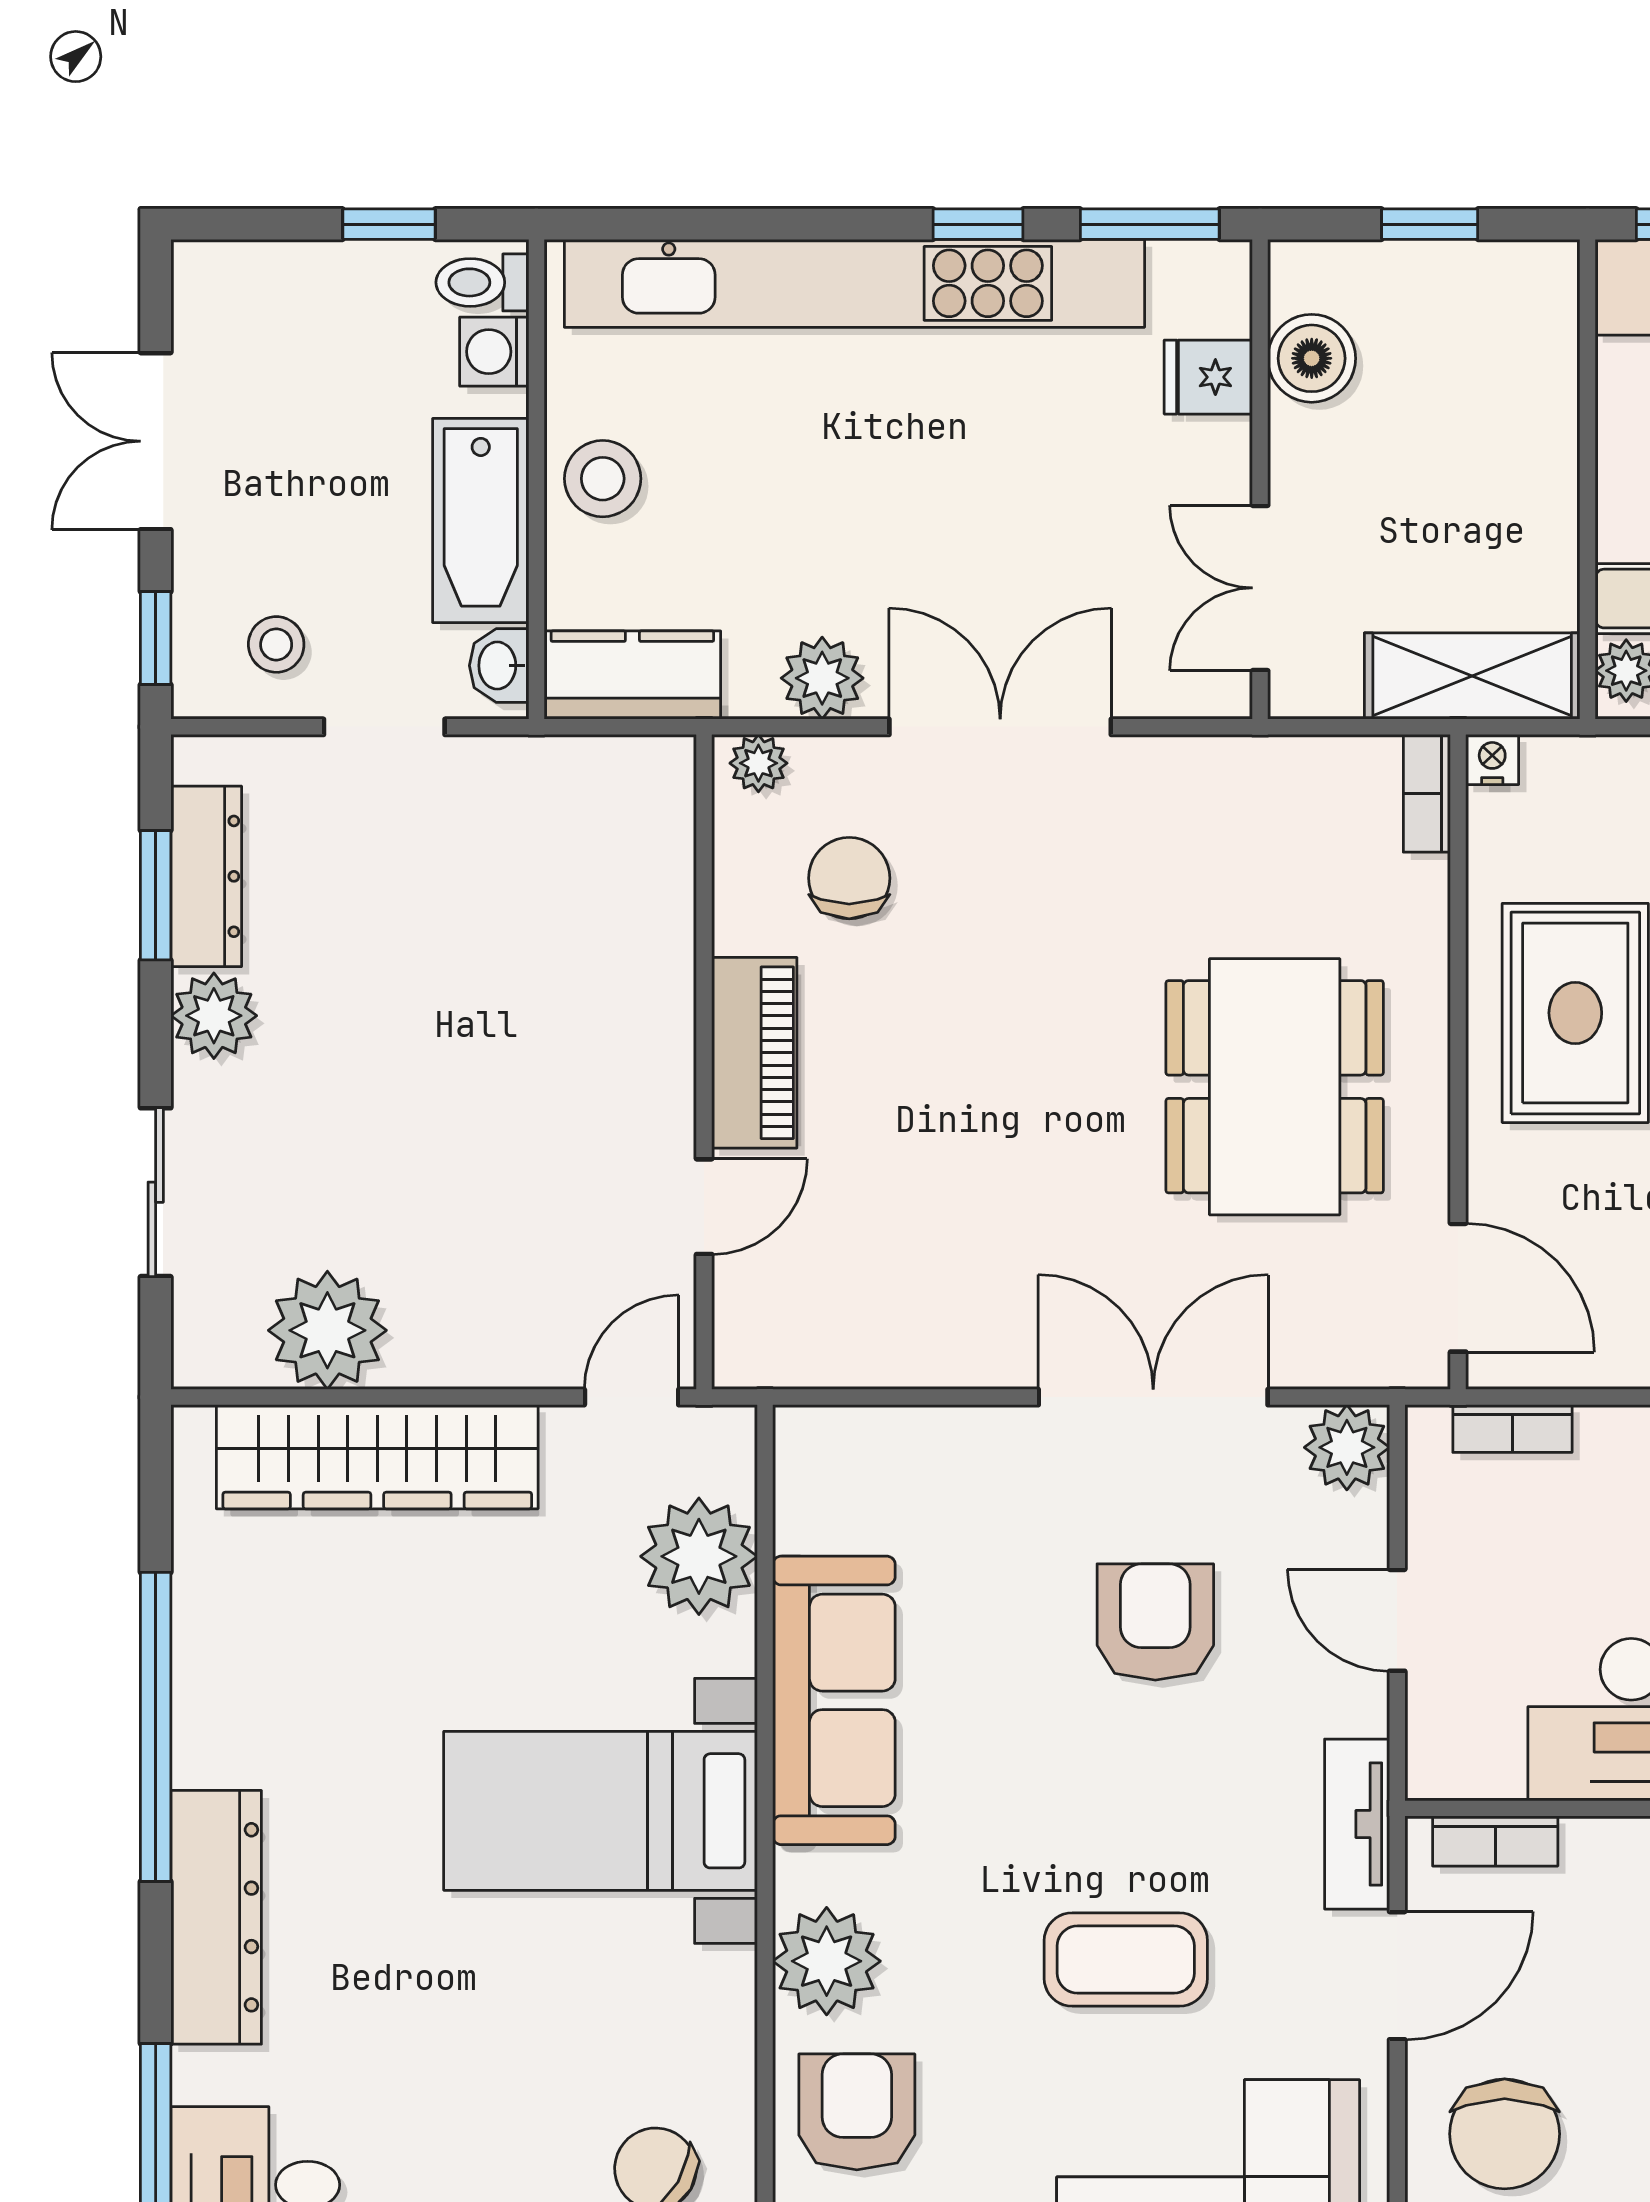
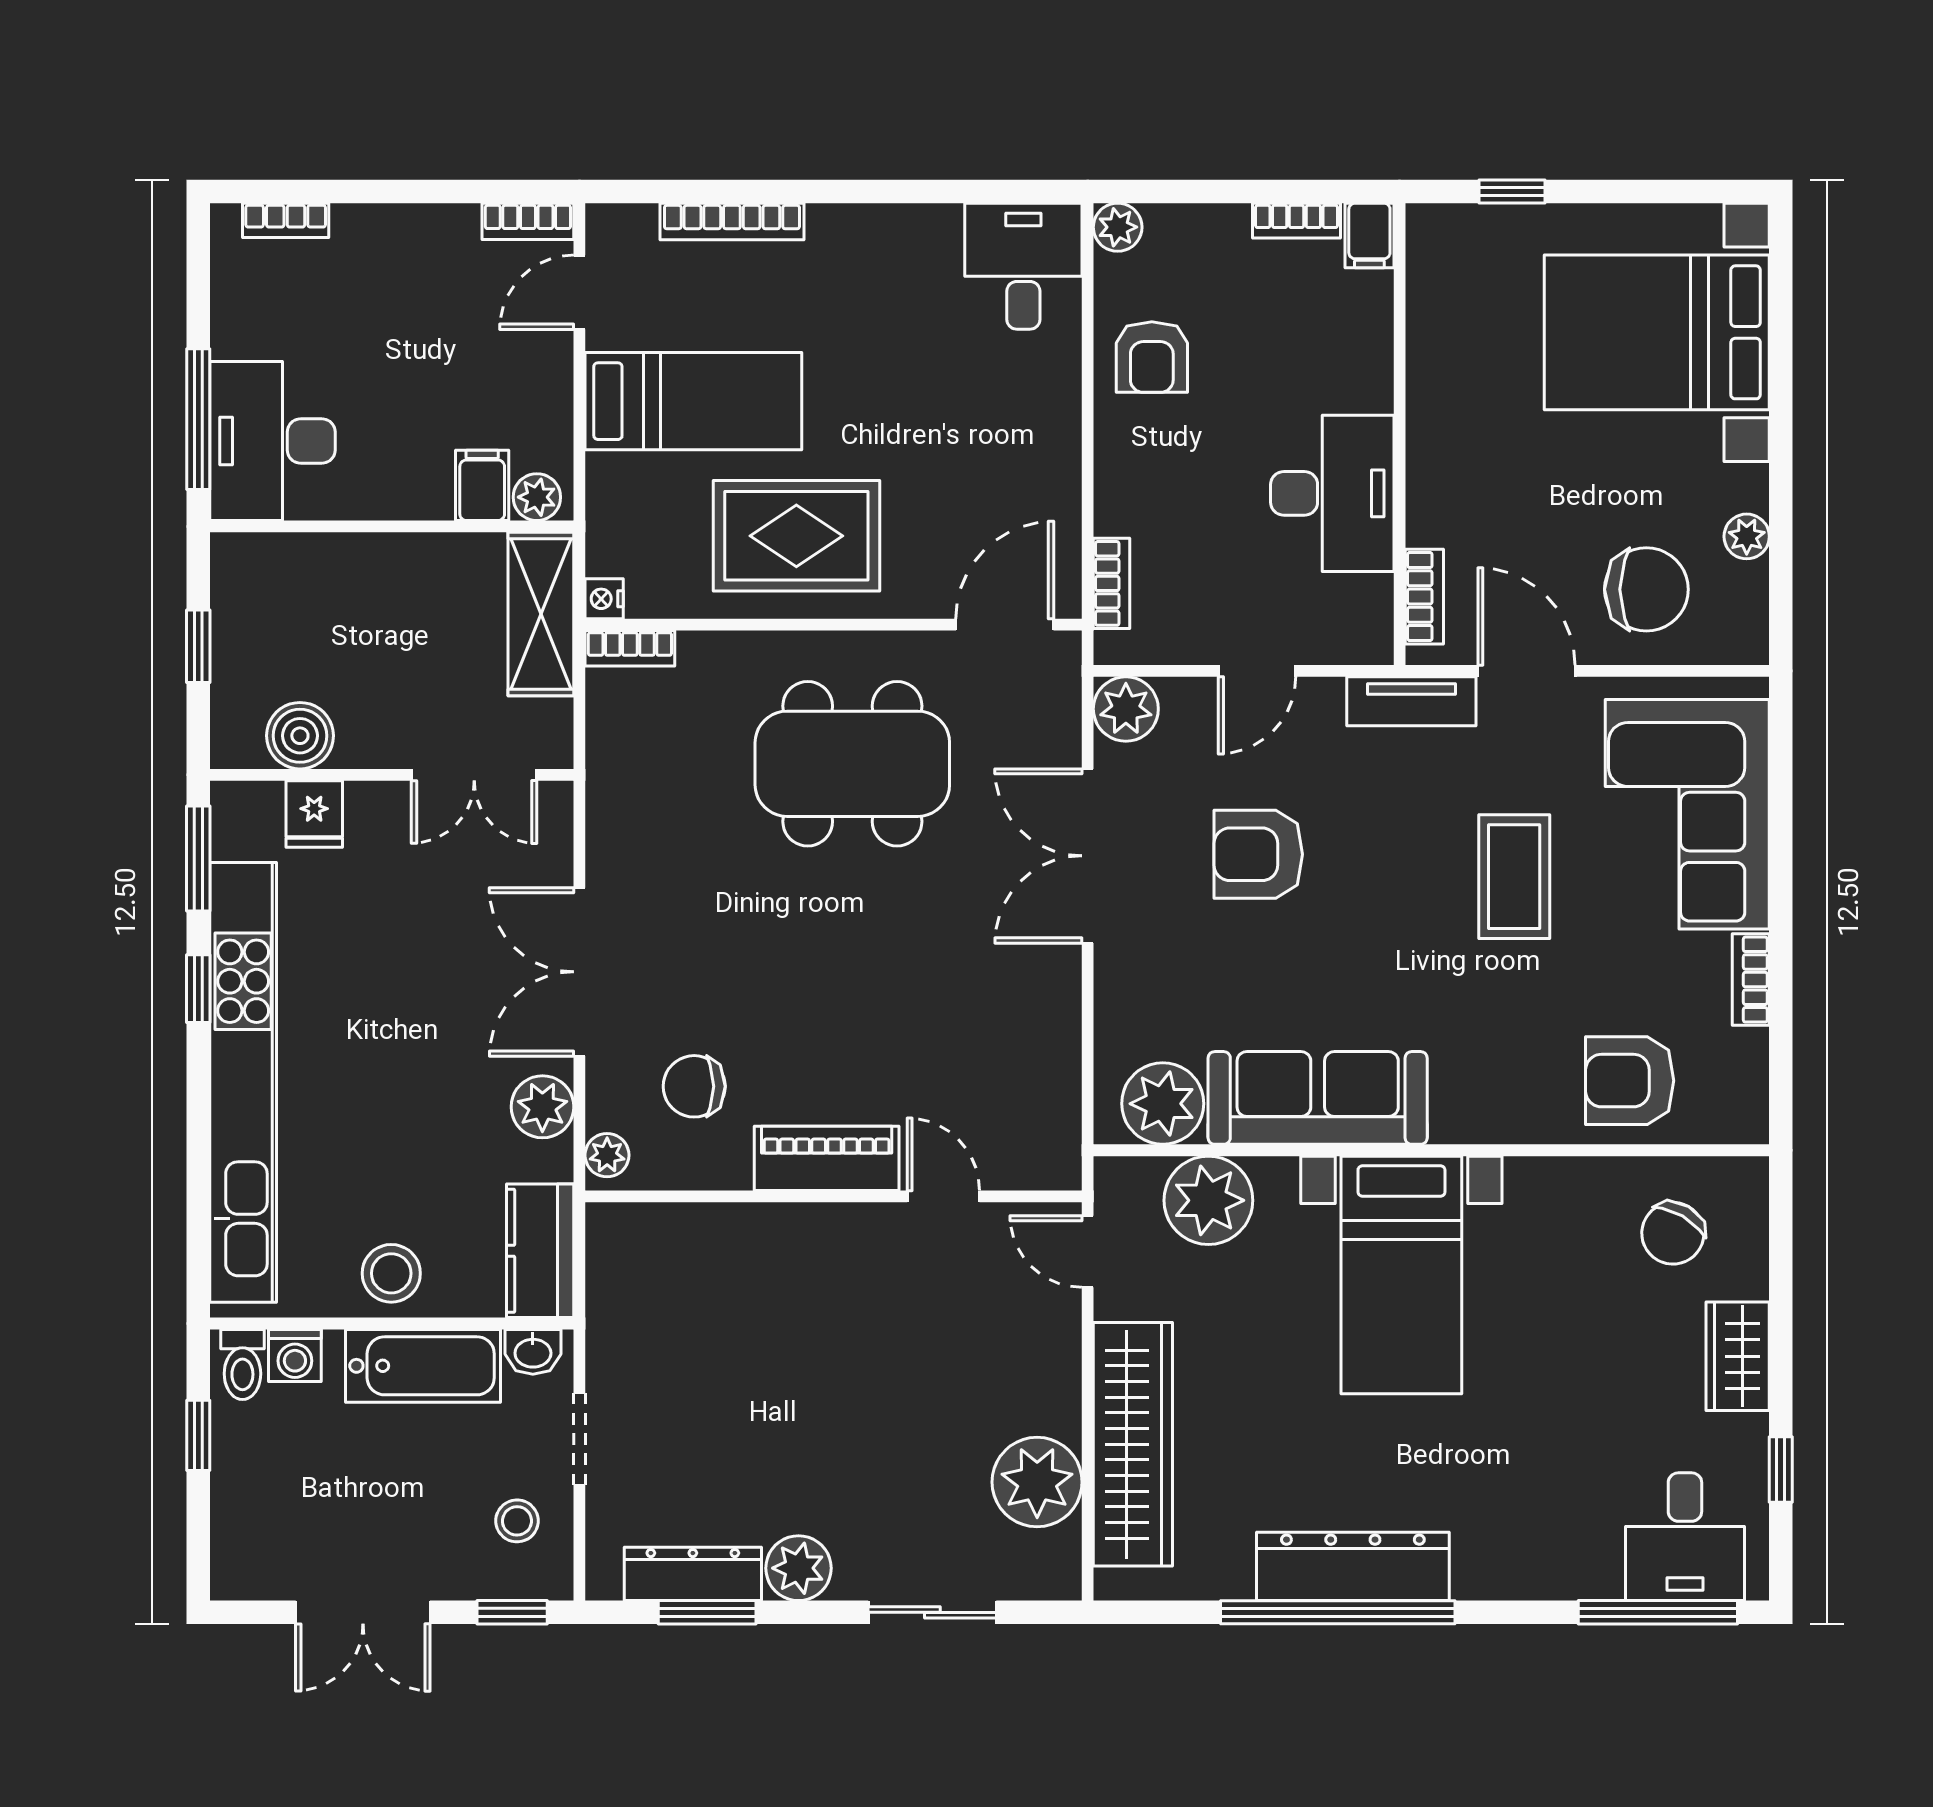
dresser: (216, 1917) -> (1353, 1566), moved
plant: (827, 1961) -> (1163, 1104), moved

